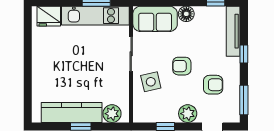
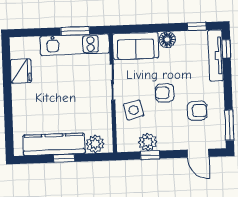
fridge: (49, 16) -> (21, 71), moved, turned -90
window: (244, 54) -> (226, 49), moved
plant: (188, 114) -> (148, 142), moved

